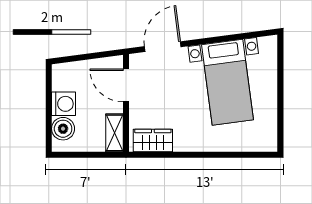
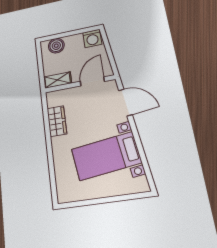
washing machine: (64, 104) -> (92, 38), moved
wardrobe: (153, 141) -> (57, 121), moved

